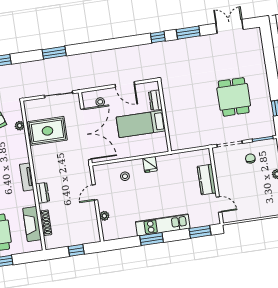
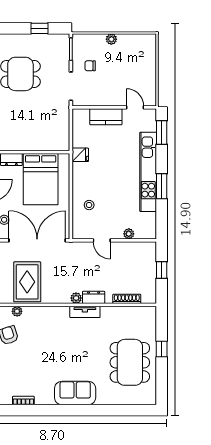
bed: (141, 124) -> (41, 179), width x1.50
fridge: (150, 164) -> (80, 155), moved
tv unit: (27, 177) -> (85, 312), moved
plant: (40, 177) -> (76, 298), added
door: (219, 204) -> (135, 107), hinge flipped
fireplace: (32, 224) -> (126, 314), removed
kitchen unit: (163, 225) -> (148, 172), width x1.36

